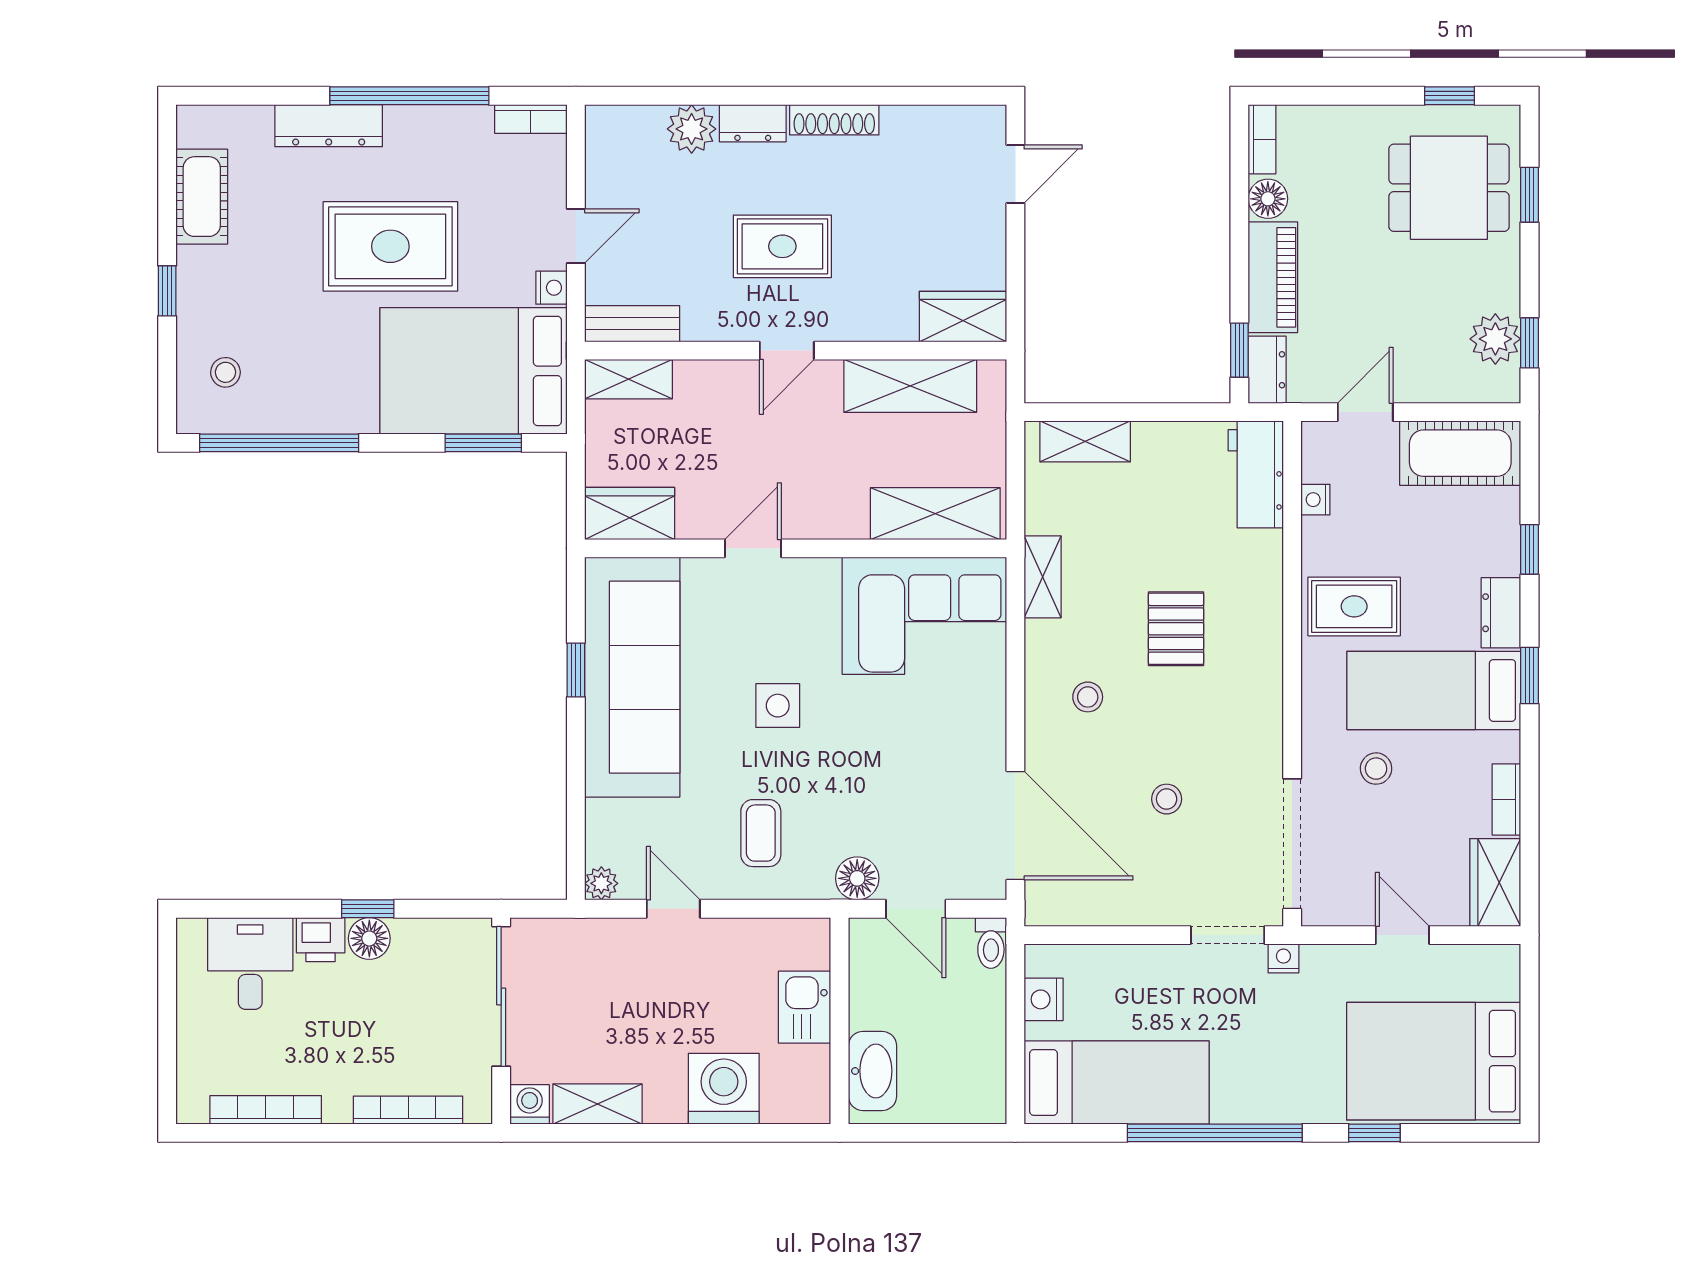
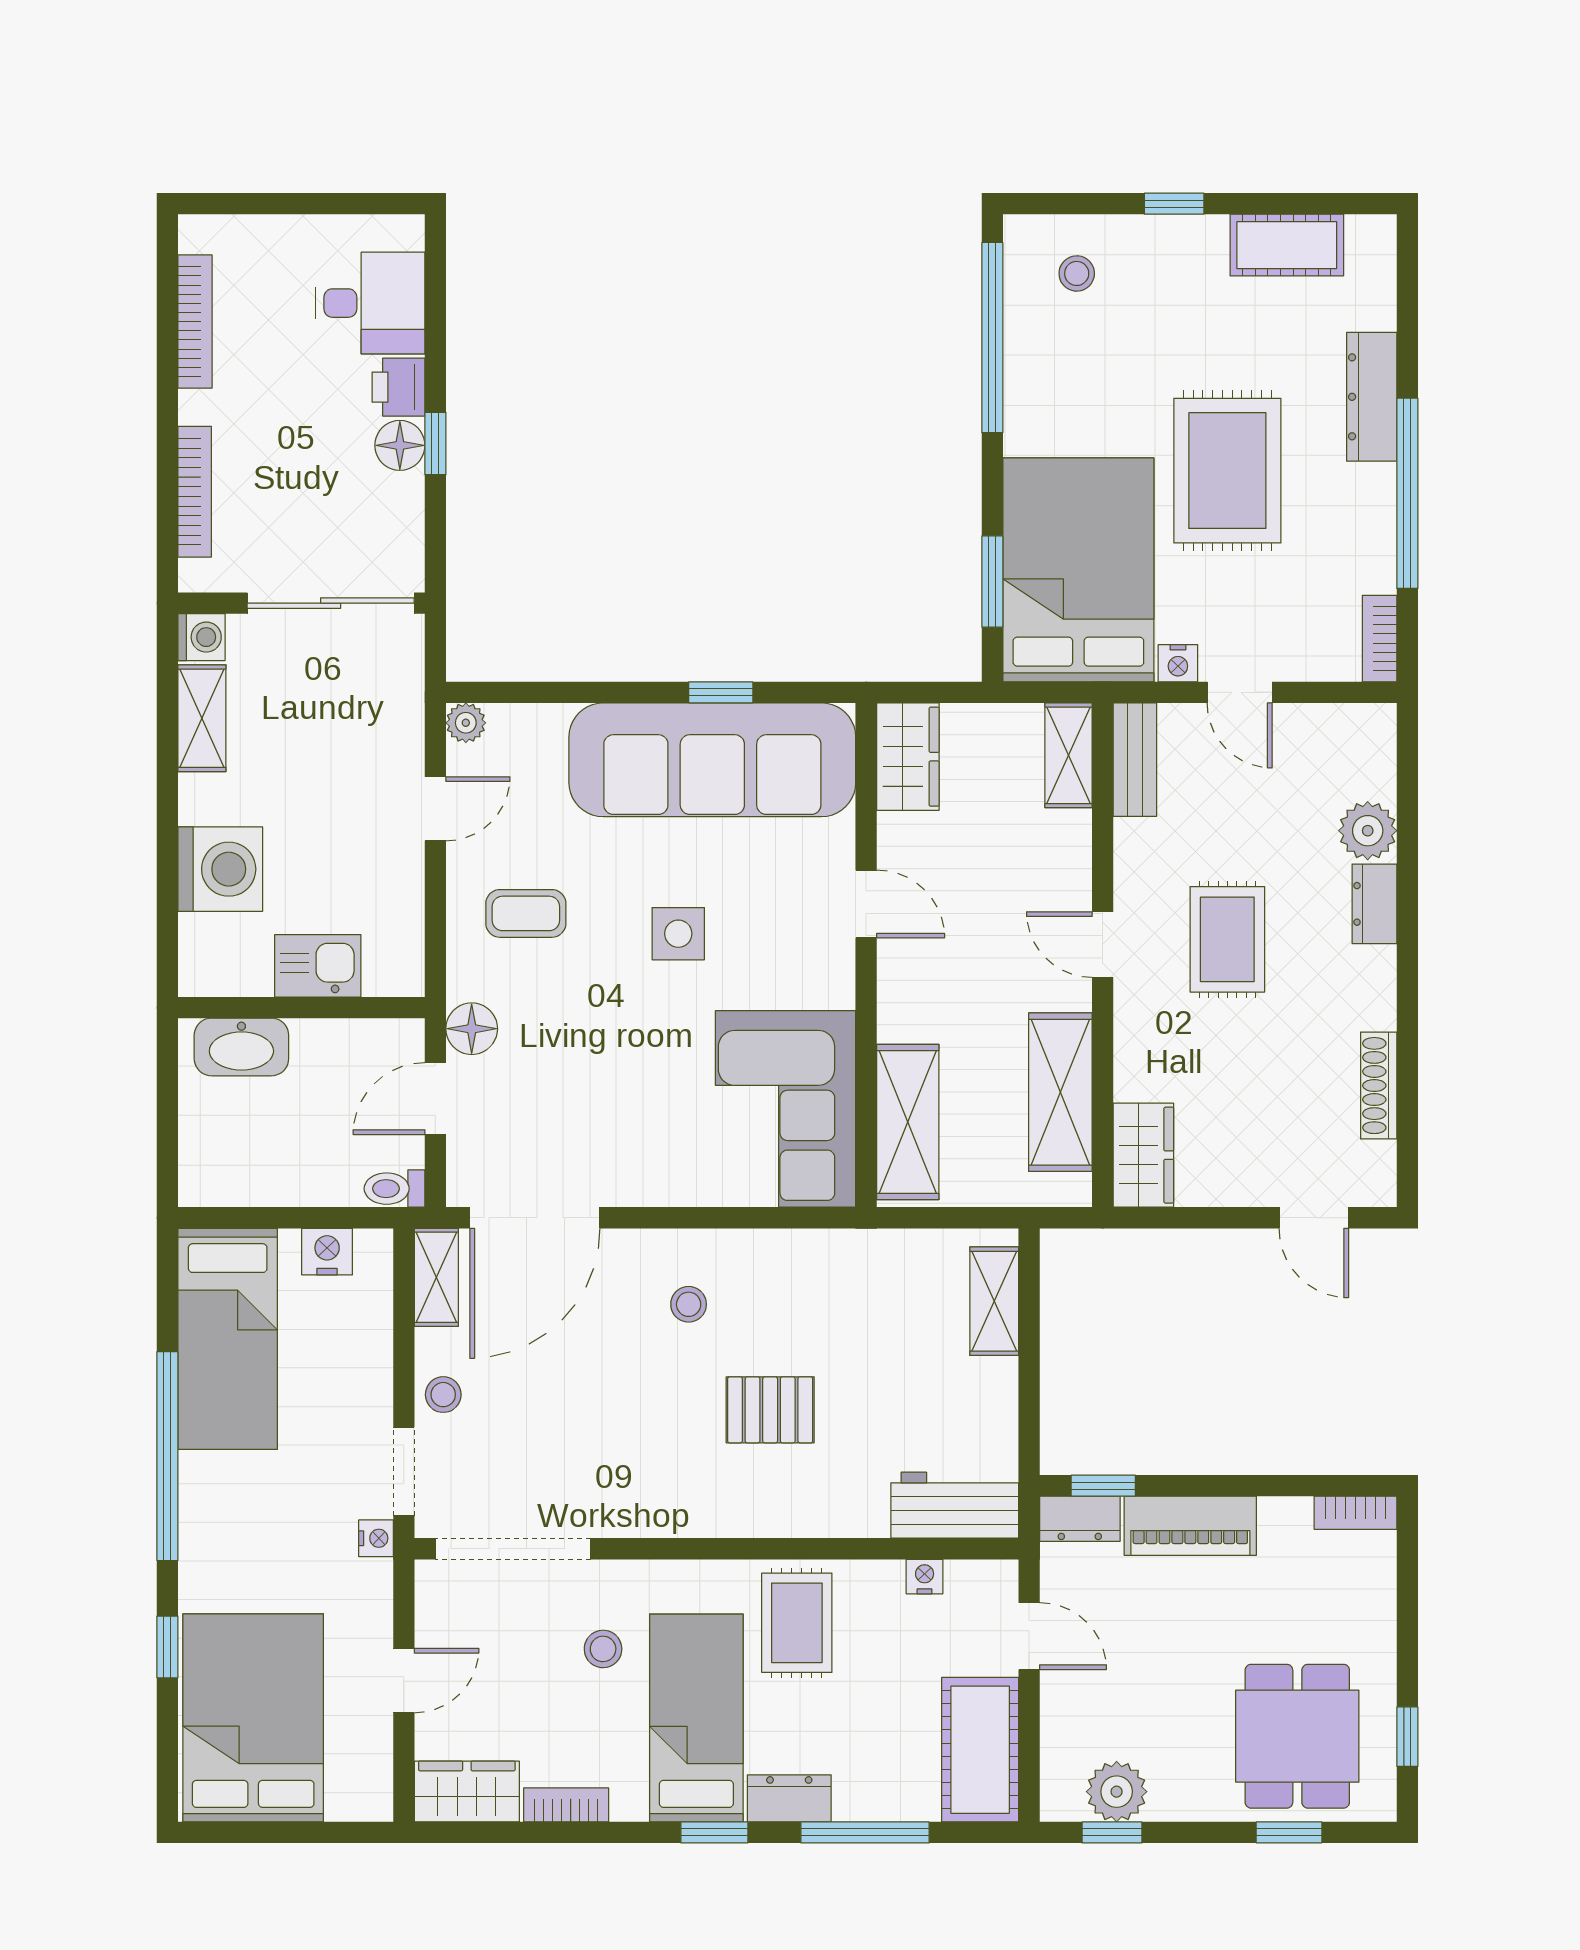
shoe rack: (834, 120) -> (1379, 1086), moved
floor lamp: (1268, 199) -> (1284, 1520), removed
window: (1530, 549) -> (865, 1832), width x2.17
shelving: (1043, 577) -> (436, 1277), moved, turned 90
stool: (1167, 799) -> (443, 1395), moved

